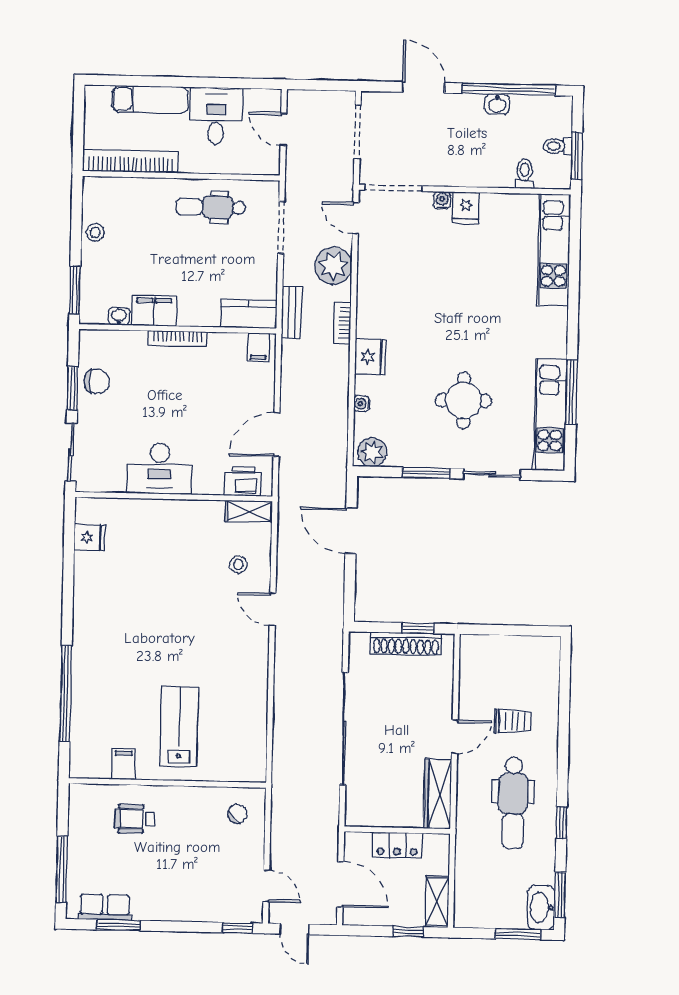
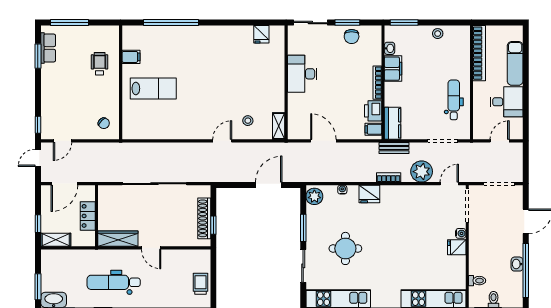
printer: (243, 481) -> (373, 111), moved, turned 180
trolley: (513, 721) -> (200, 284), moved, turned 180

